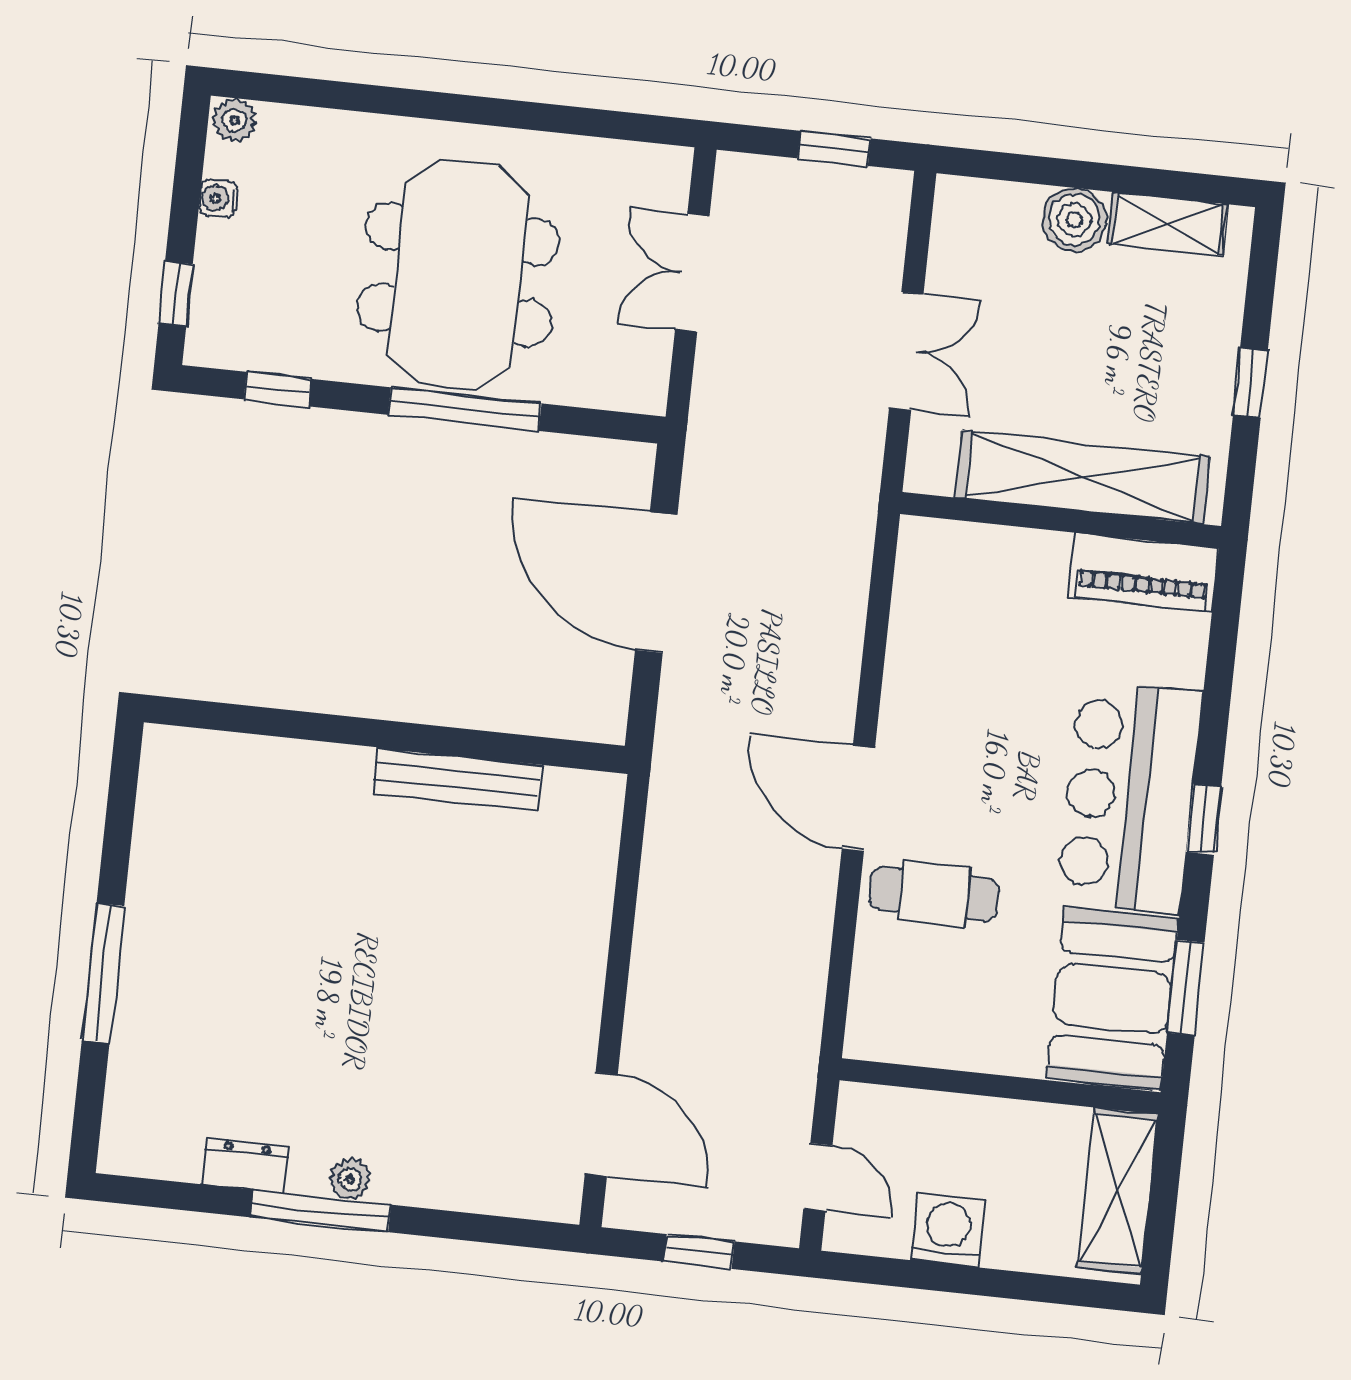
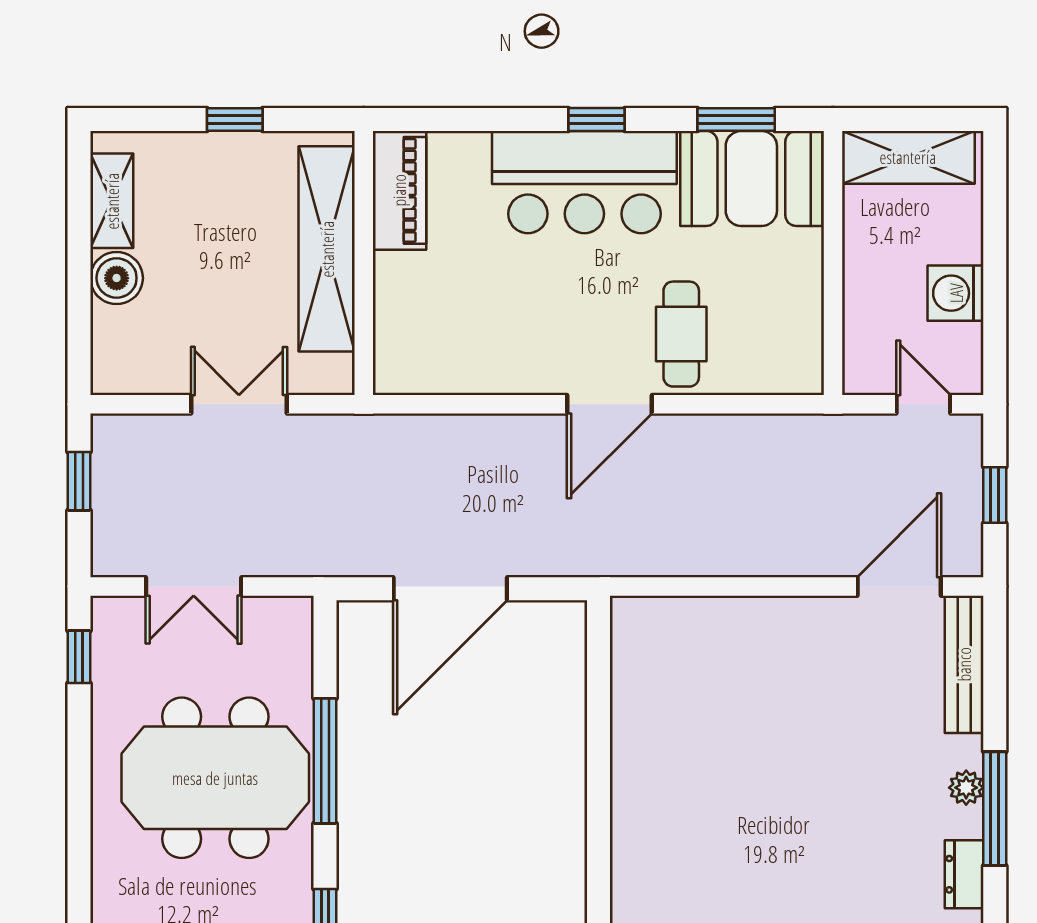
window: (622, 126) -> (79, 657), added
bench: (457, 779) -> (964, 664), moved
door: (818, 1177) -> (923, 404), hinge flipped

